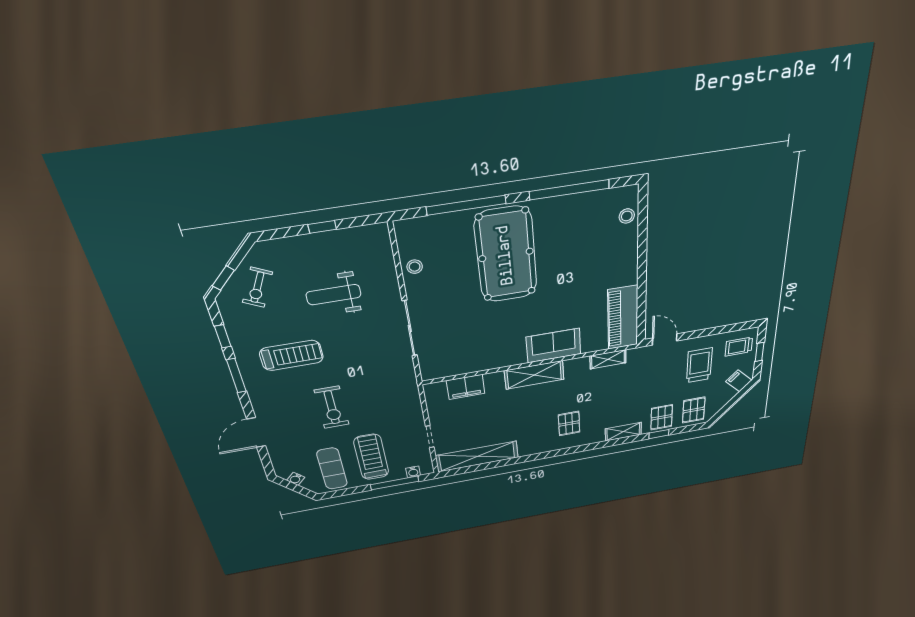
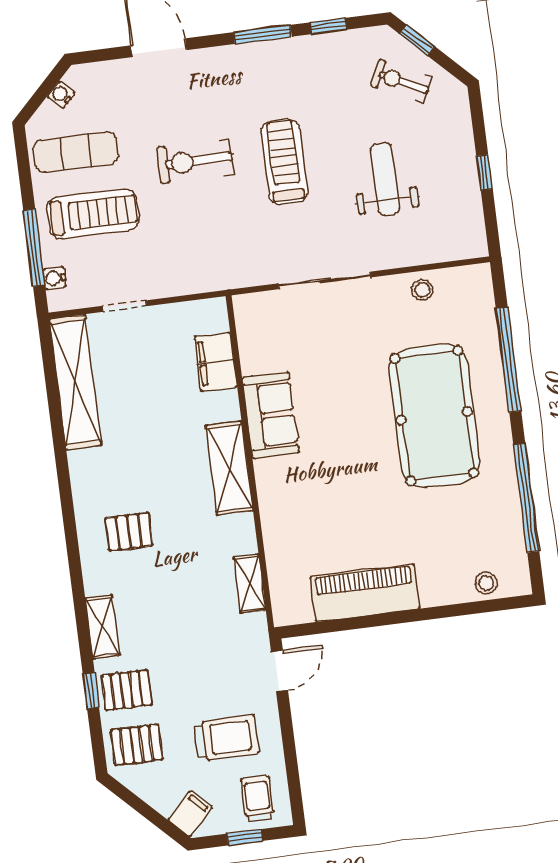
pool table: (506, 255) -> (434, 416), turned 90
piano: (623, 318) -> (365, 593), moved
sofa: (554, 346) -> (271, 415), moved
treadmill: (291, 355) -> (284, 162), moved, turned 180

